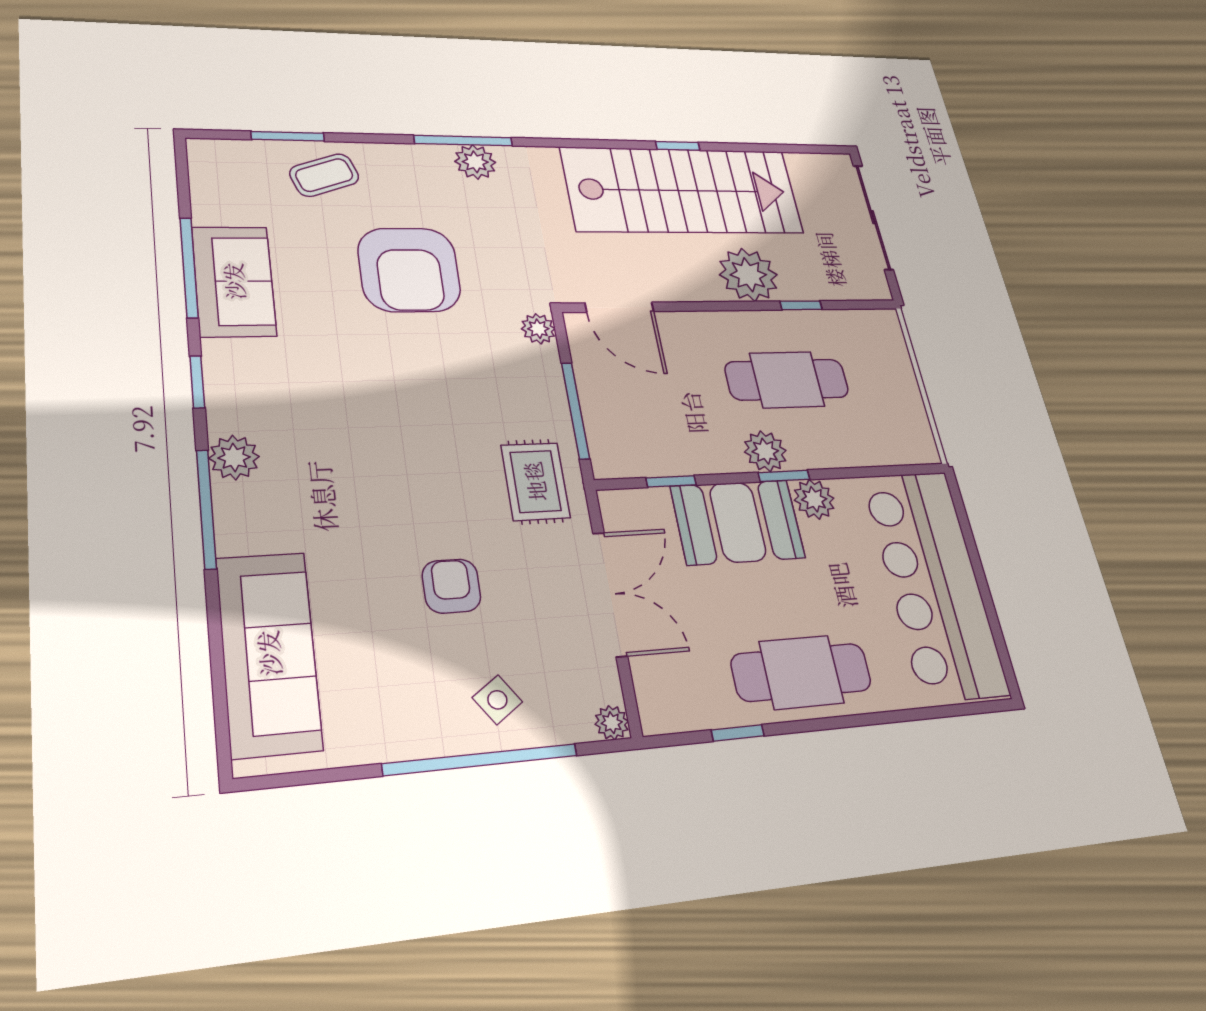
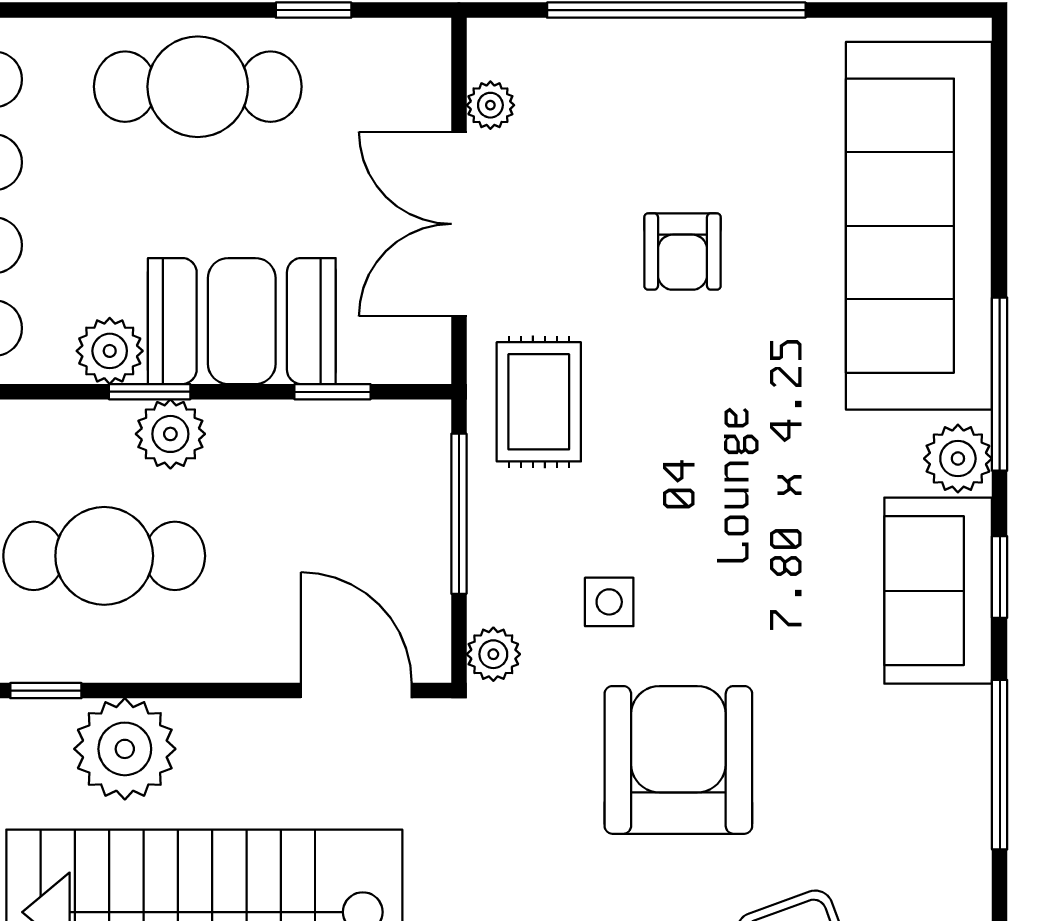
sofa: (234, 281) -> (938, 591), moved
sofa: (269, 653) -> (919, 226), width x1.36, depth x1.27
side table: (497, 700) -> (609, 602), moved, turned 35
plant: (612, 723) -> (490, 105), moved

